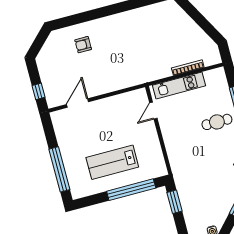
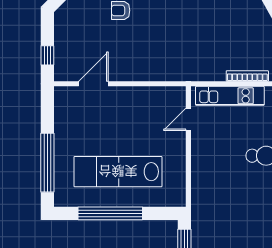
lab bench: (112, 162) -> (118, 172), width x1.36
window: (131, 190) -> (110, 213), moved

